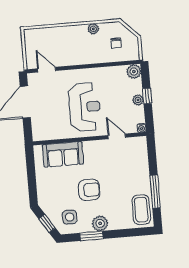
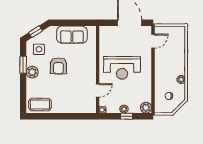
sofa: (63, 154) -> (72, 35), moved, turned -90
window: (155, 192) -> (53, 116), removed

